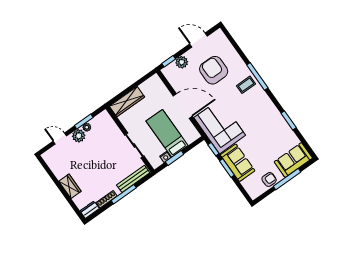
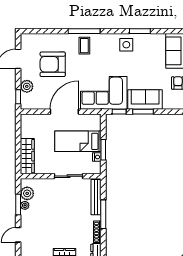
side table: (270, 117) -> (126, 45), added
plant: (79, 136) -> (27, 193), moved

